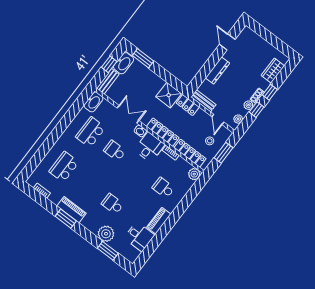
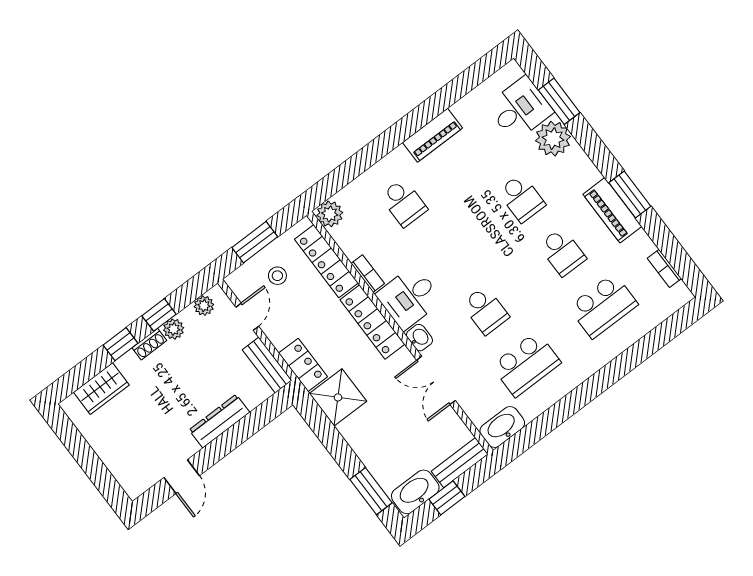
school desk: (88, 185) -> (562, 252), added
desk: (139, 237) -> (520, 109), moved, turned 90

